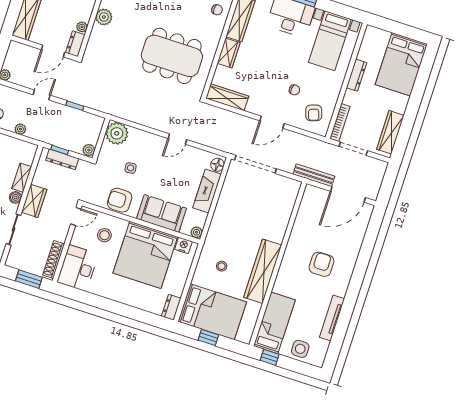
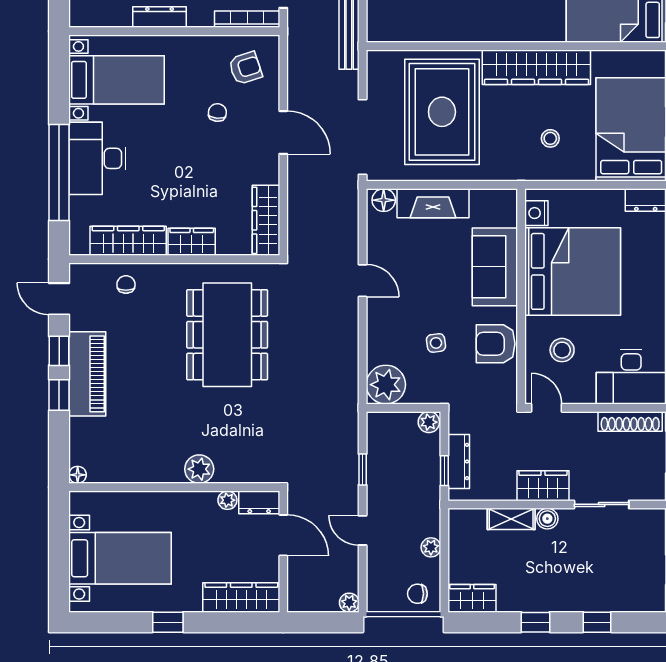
armchair: (120, 200) -> (496, 344), turned 90
rug: (255, 212) -> (442, 112), added
plant: (196, 232) -> (507, 199), removed

